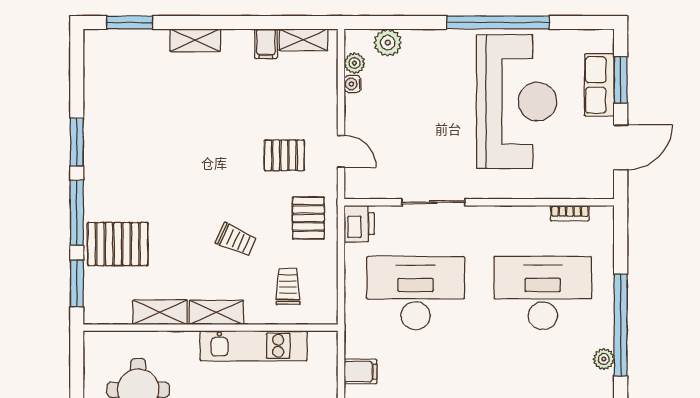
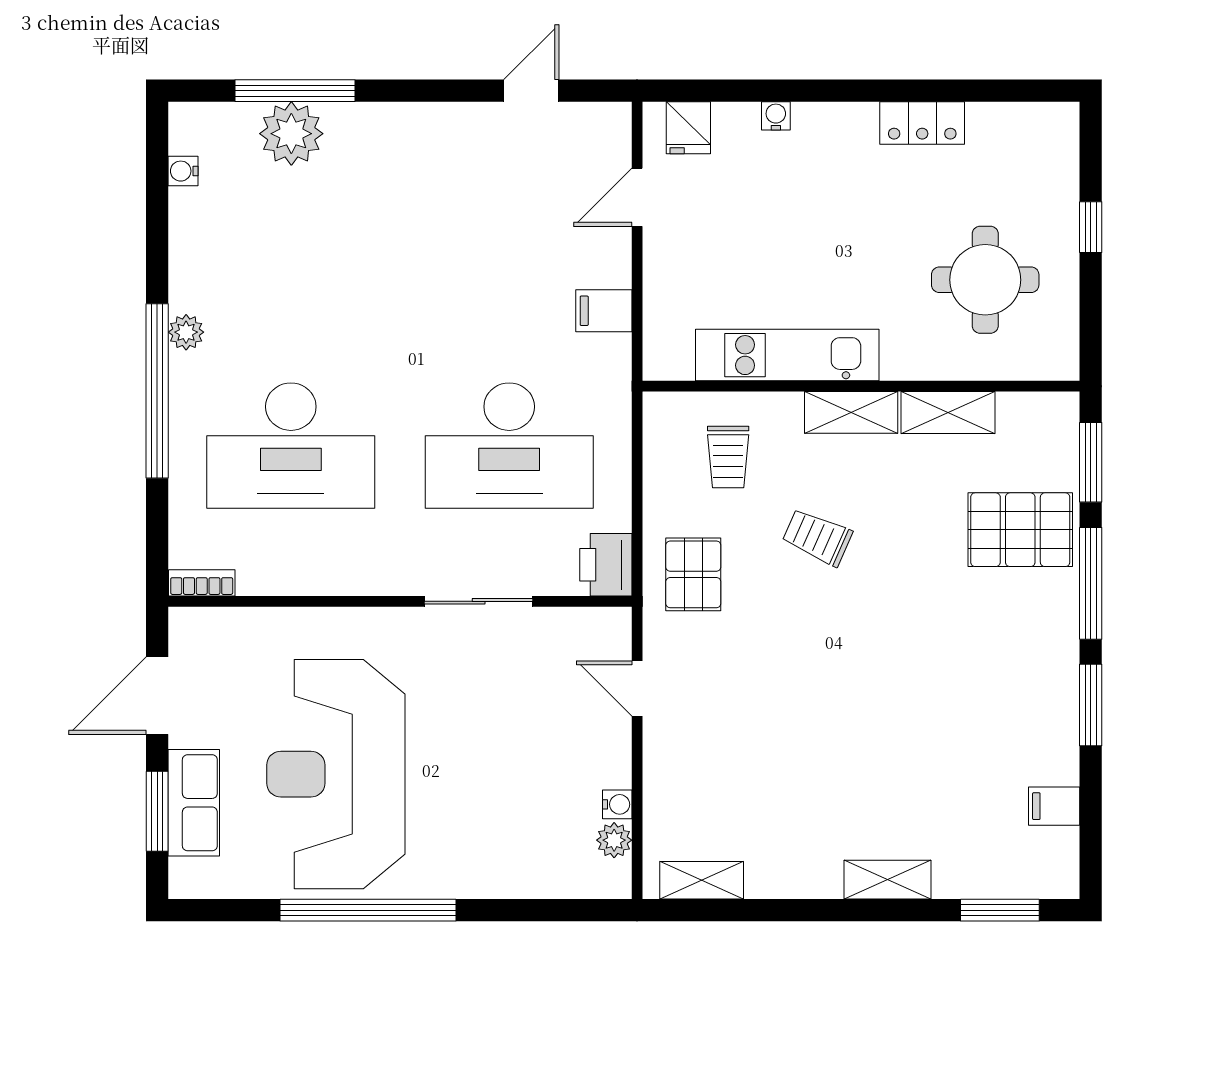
plant: (388, 43) -> (557, 875), removed
filing cabinet: (266, 44) -> (1054, 806), moved, turned -90
pallet: (284, 155) -> (734, 682), removed
bookcase: (570, 213) -> (202, 583), moved

